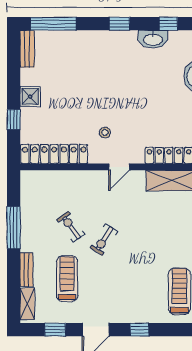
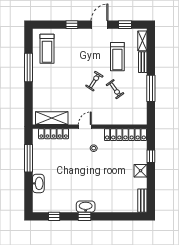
window: (53, 24) -> (126, 216), removed
washbasin: (153, 39) -> (86, 207), moved

